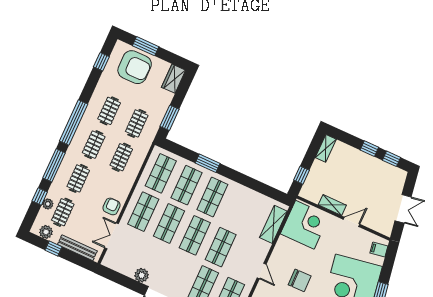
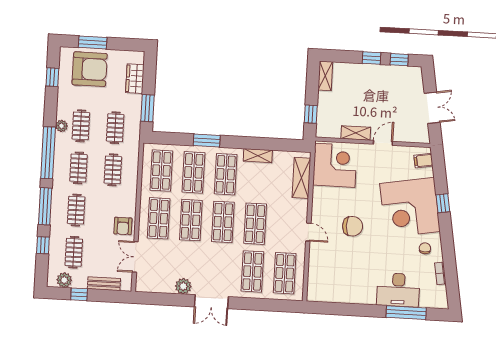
wardrobe: (174, 79) -> (135, 79), moved
shelving: (245, 192) -> (258, 156), added
plant: (48, 204) -> (61, 126), moved
armchair: (111, 206) -> (123, 226), turned 180
bench: (77, 248) -> (104, 284), width x0.73

